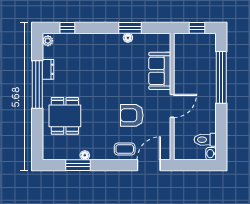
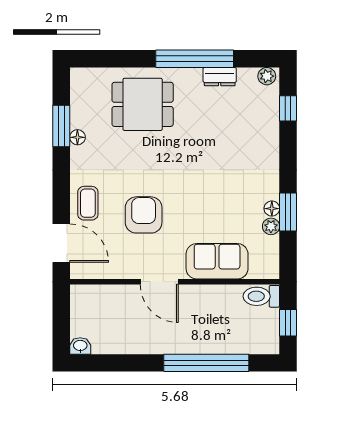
plant: (139, 38) -> (271, 226), added
toilet: (205, 140) -> (261, 296), moved, turned -90

